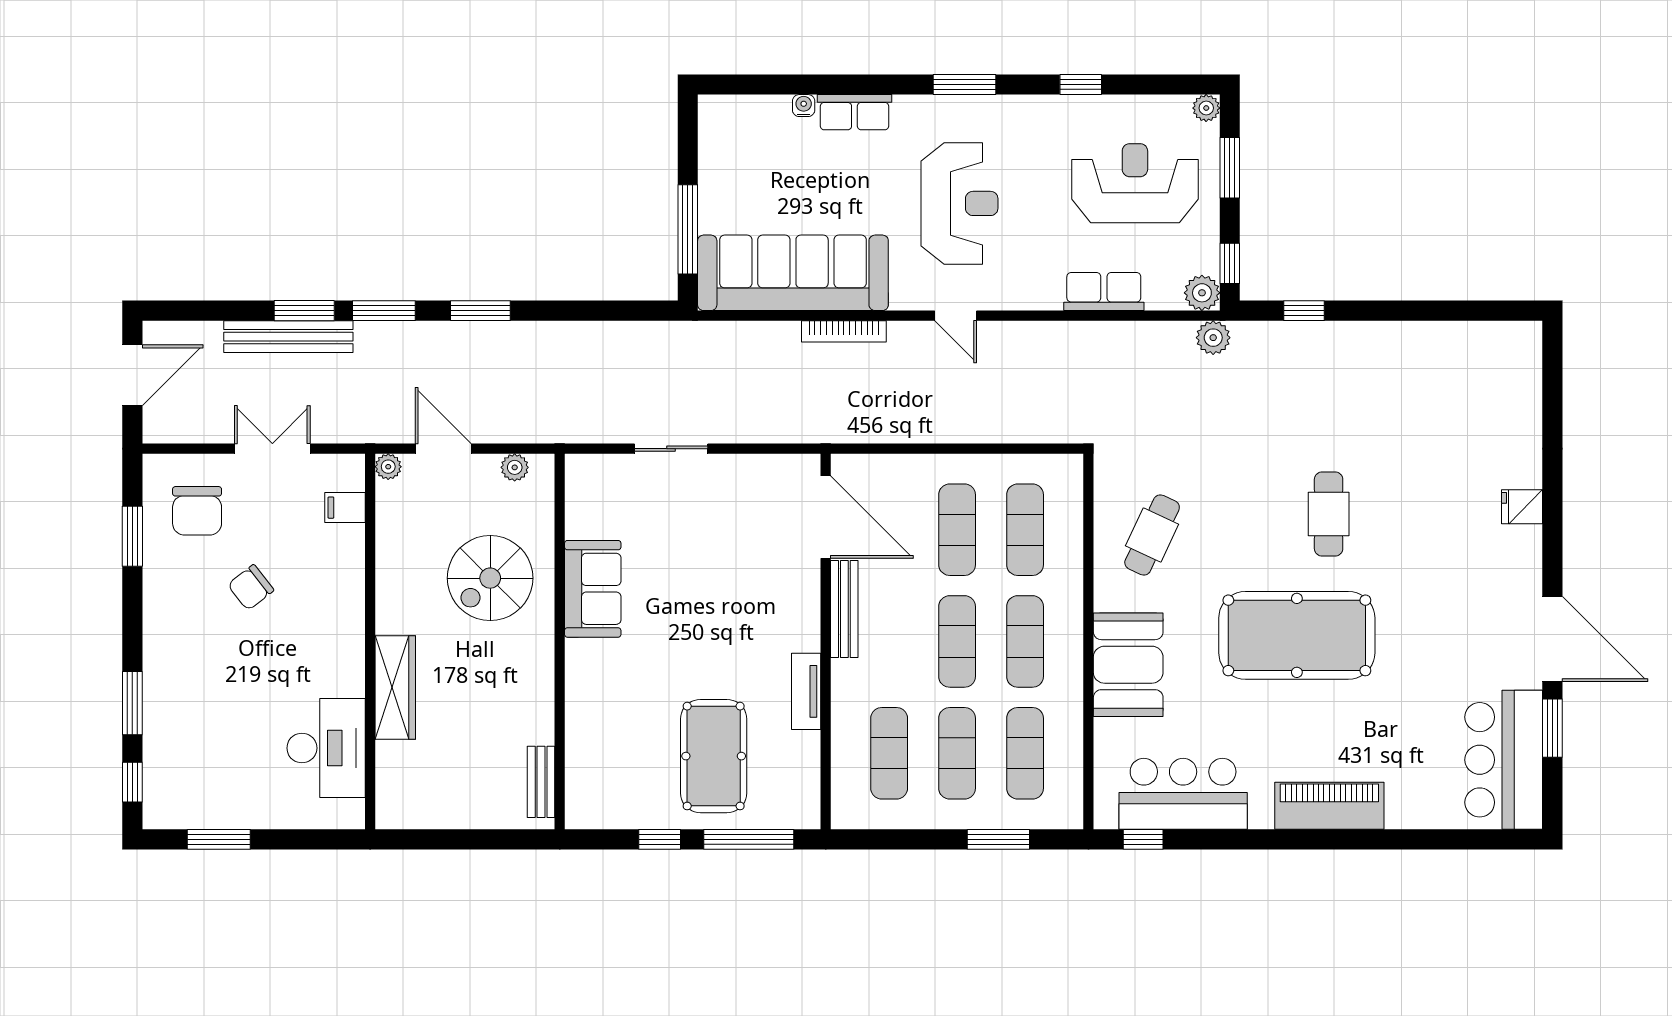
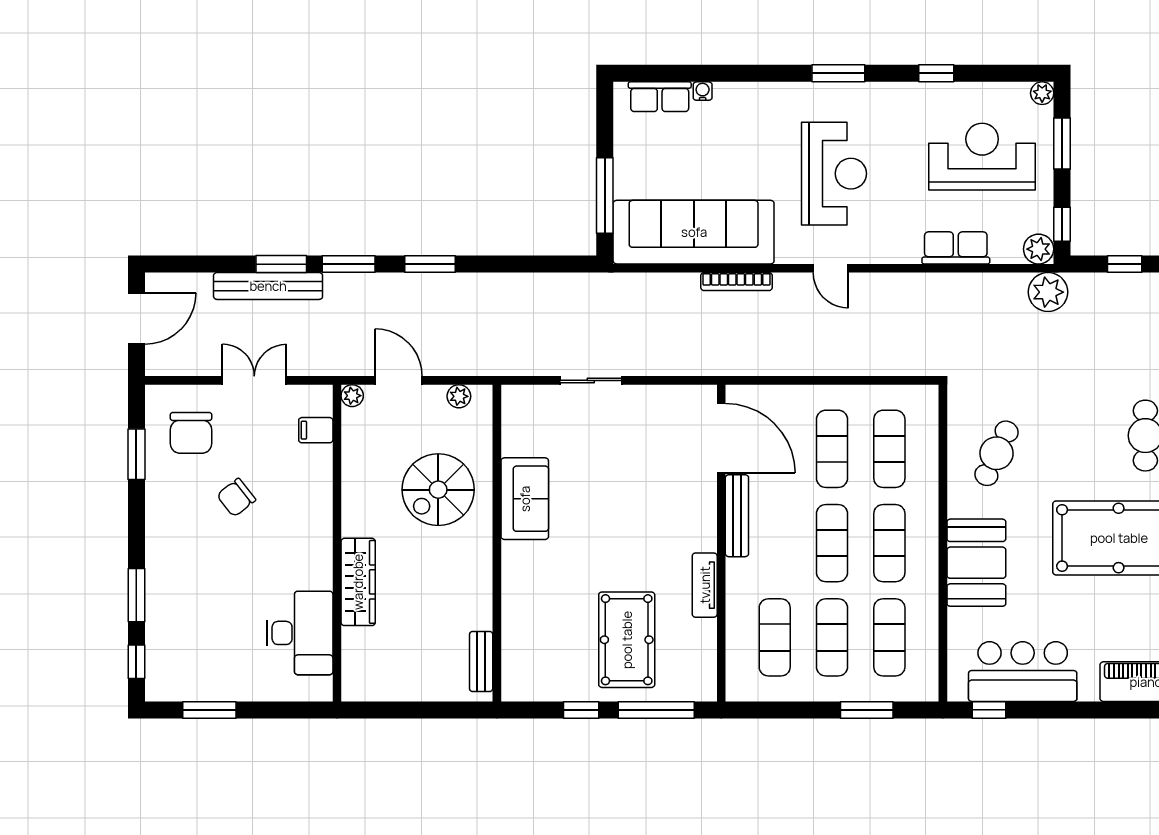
row of seats: (854, 112) -> (660, 97), moved
plant: (1213, 338) -> (1048, 292), width x1.36, depth x1.36

